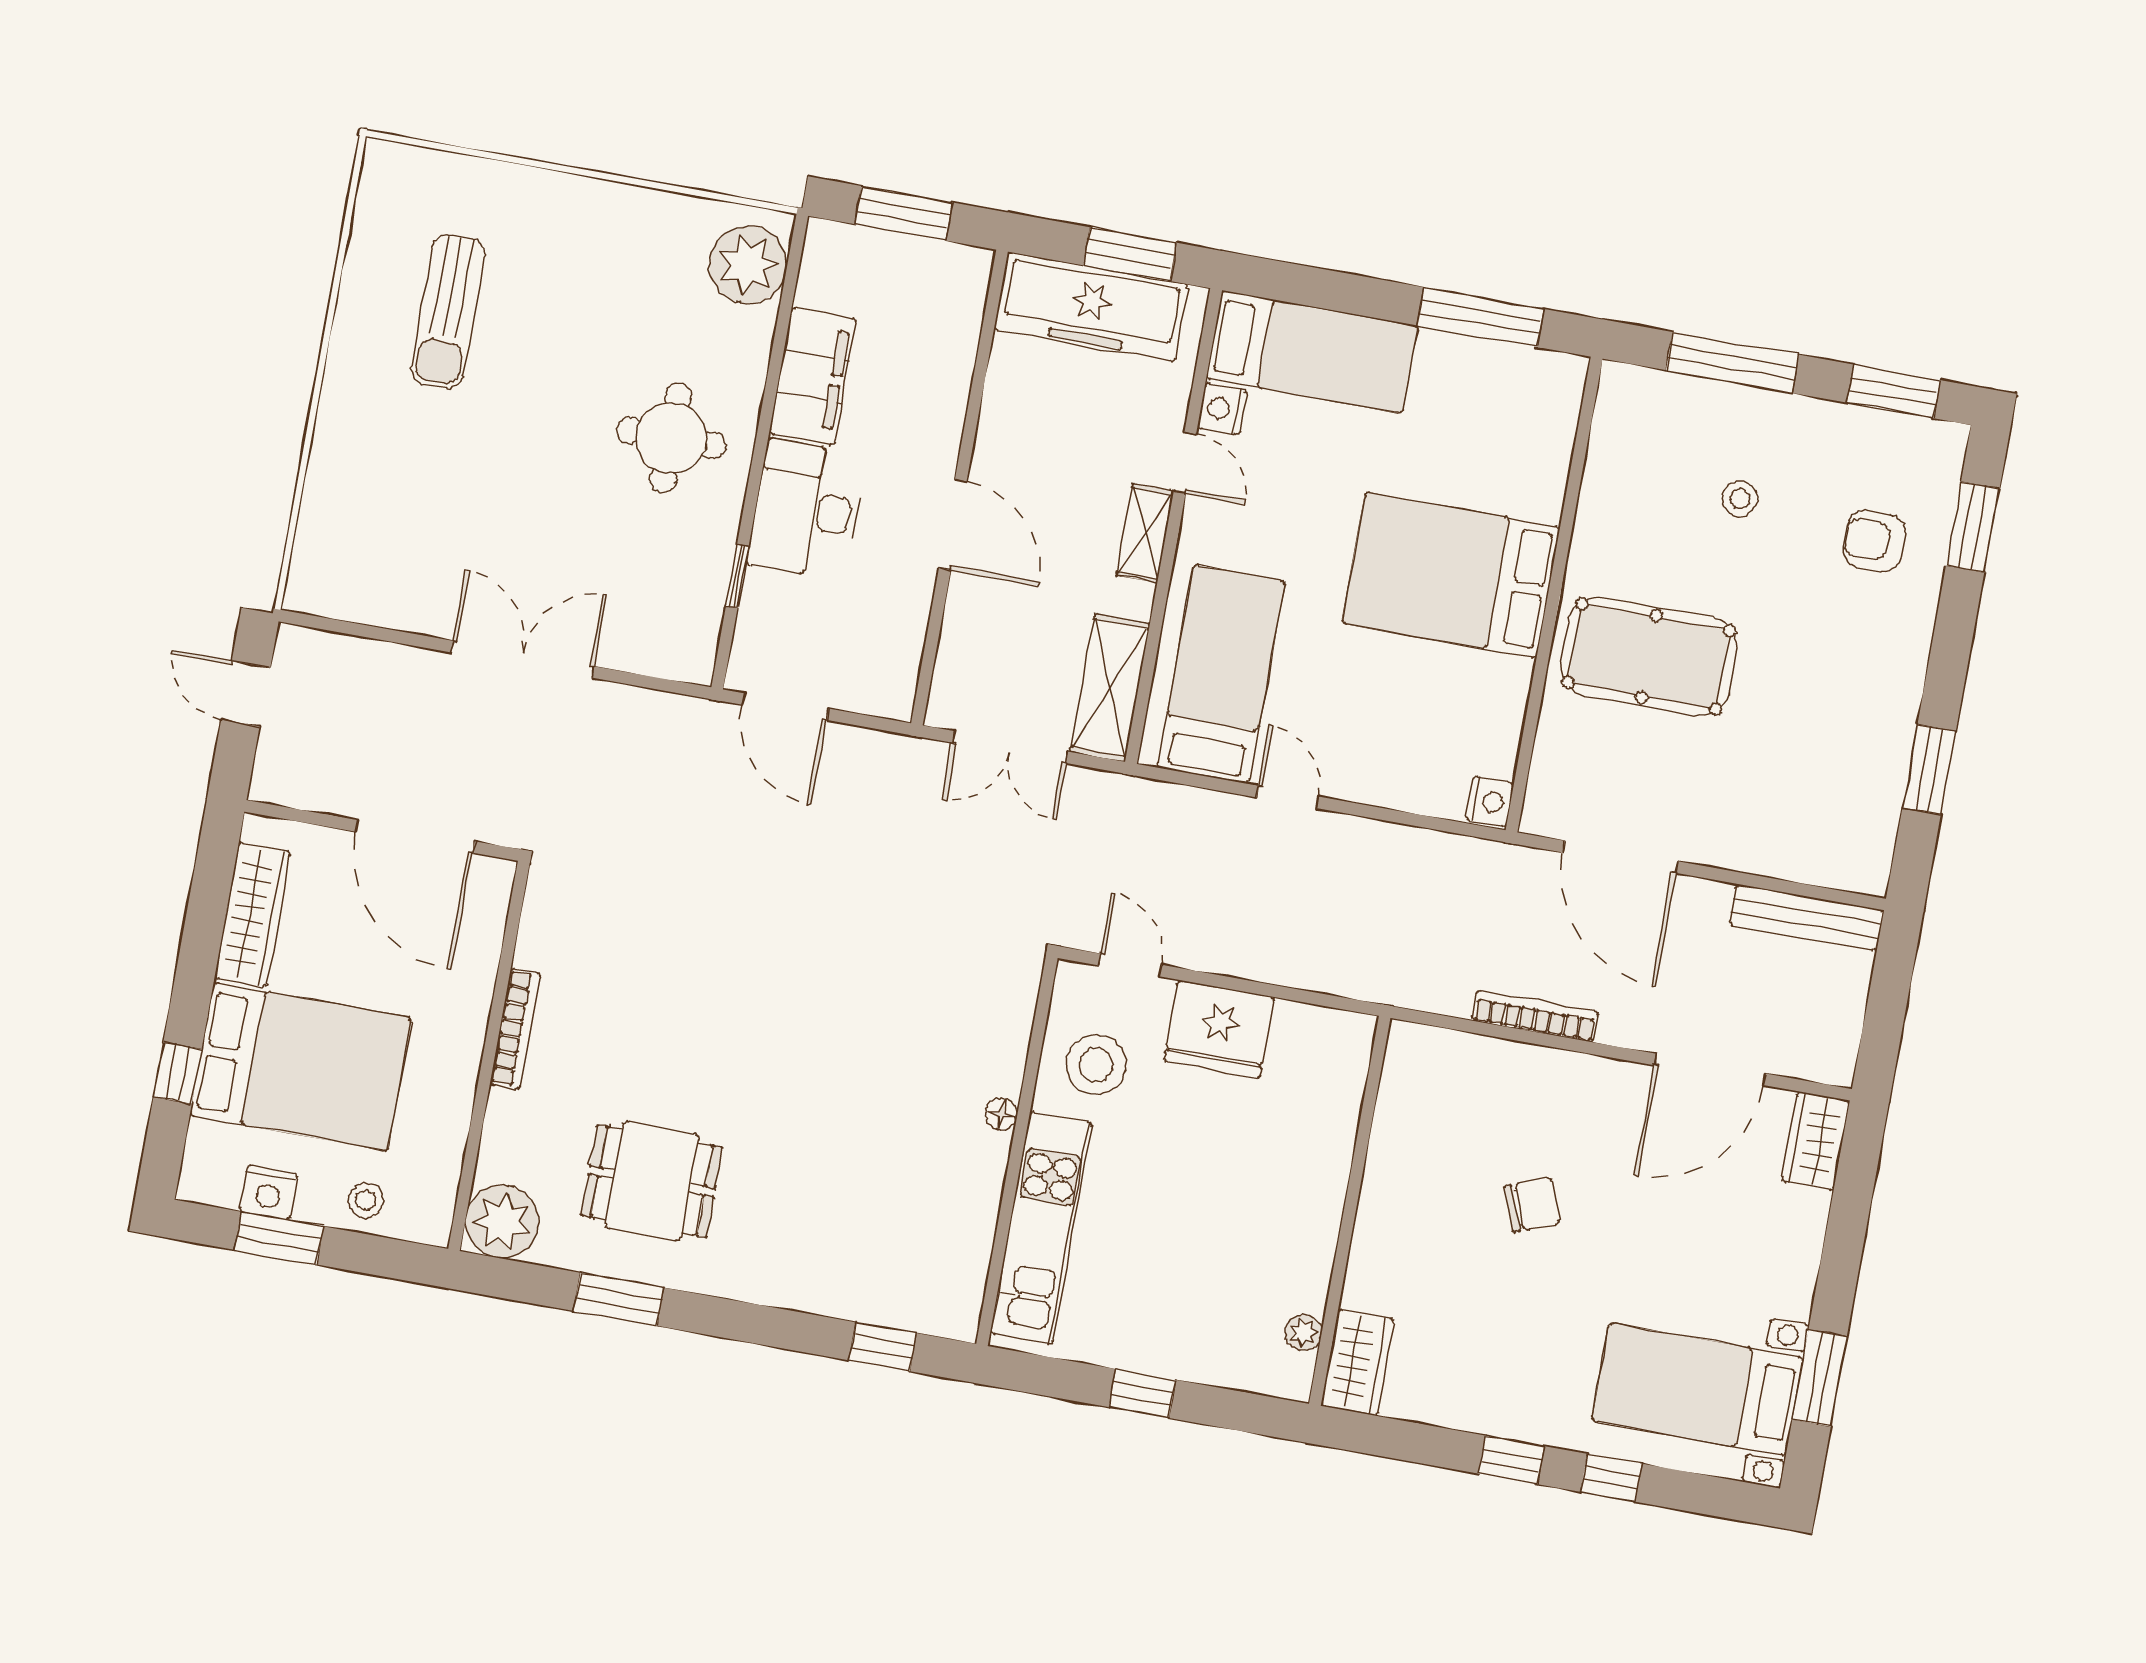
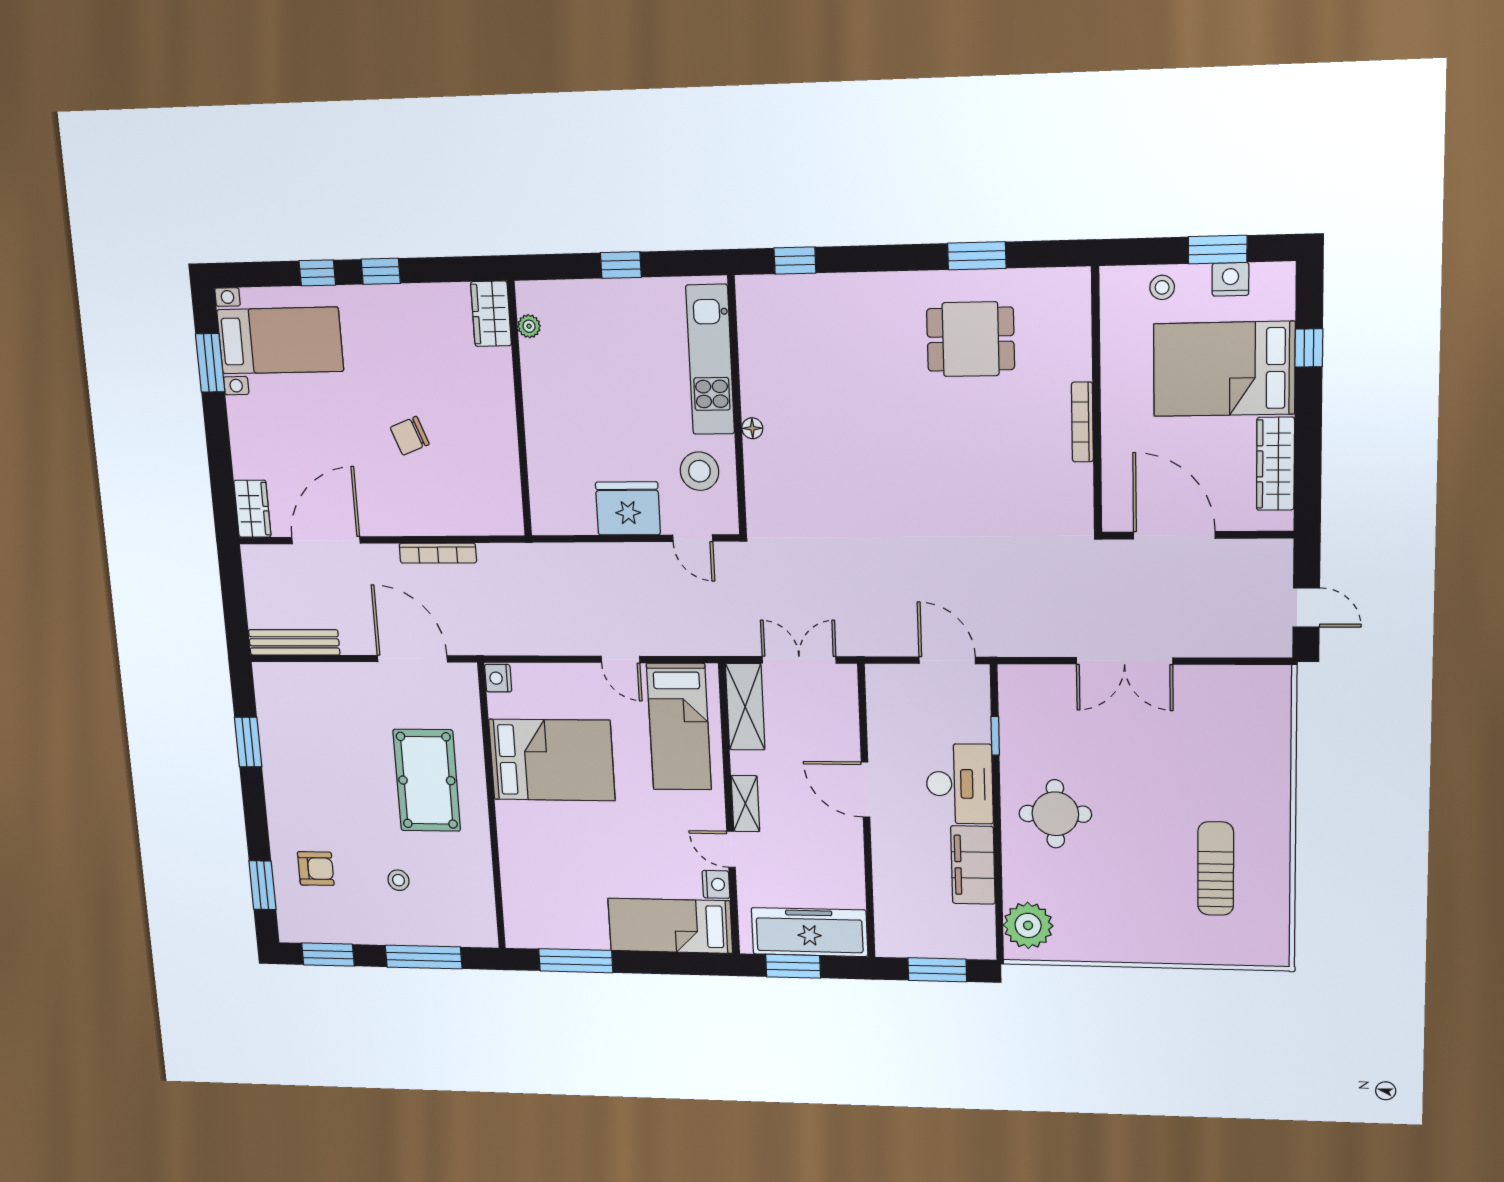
bed: (1451, 575) -> (552, 760), moved
pool table: (1649, 656) -> (427, 780), turned 90
plant: (502, 1221) -> (1066, 292), removed

